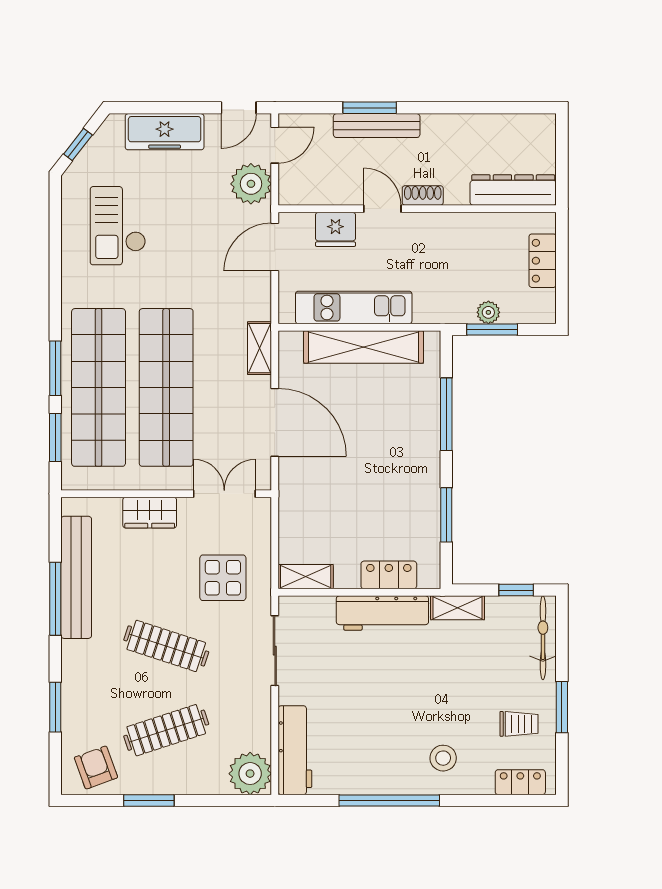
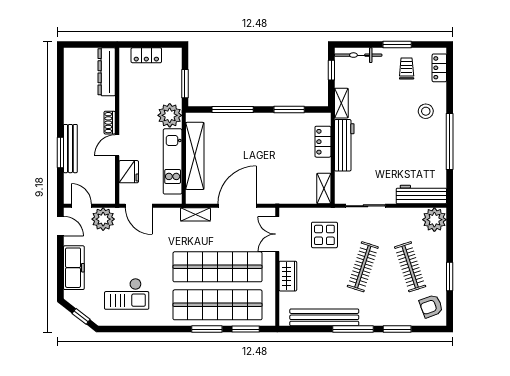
plant: (488, 312) -> (170, 115), moved, width x1.87, depth x1.87
window: (55, 599) -> (353, 329), moved

